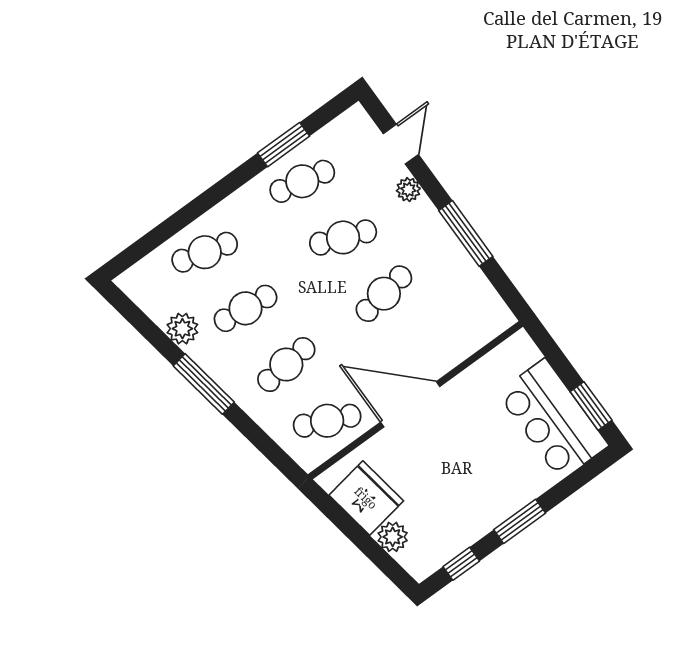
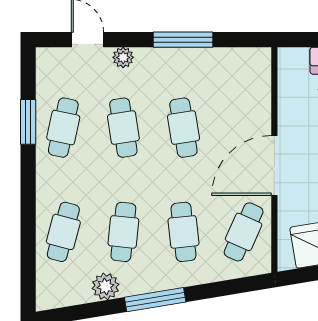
cafe table: (343, 237) -> (123, 128), turned -30

